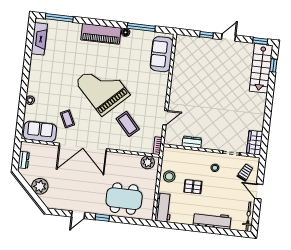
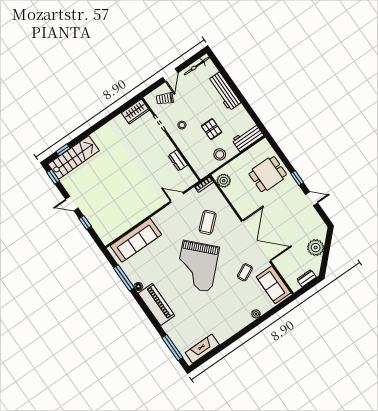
sofa: (162, 54) -> (136, 240), width x1.36
dining table: (124, 199) -> (268, 174), width x0.73

